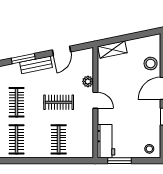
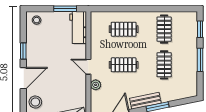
clothes rail: (59, 139) -> (124, 29), turned 90

